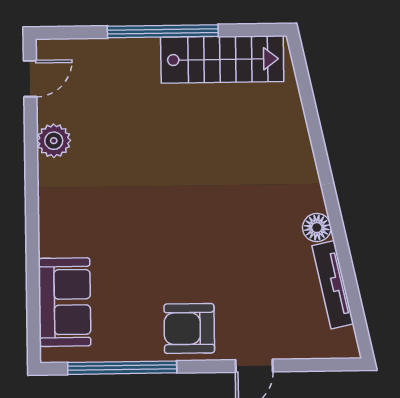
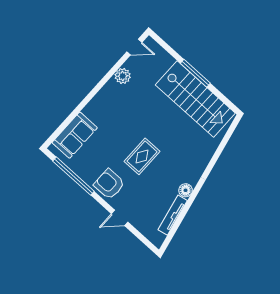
window: (163, 31) -> (195, 73), width x0.68
stairs: (222, 59) -> (195, 99), width x1.36, depth x1.51
rug: (200, 238) -> (142, 156), added

